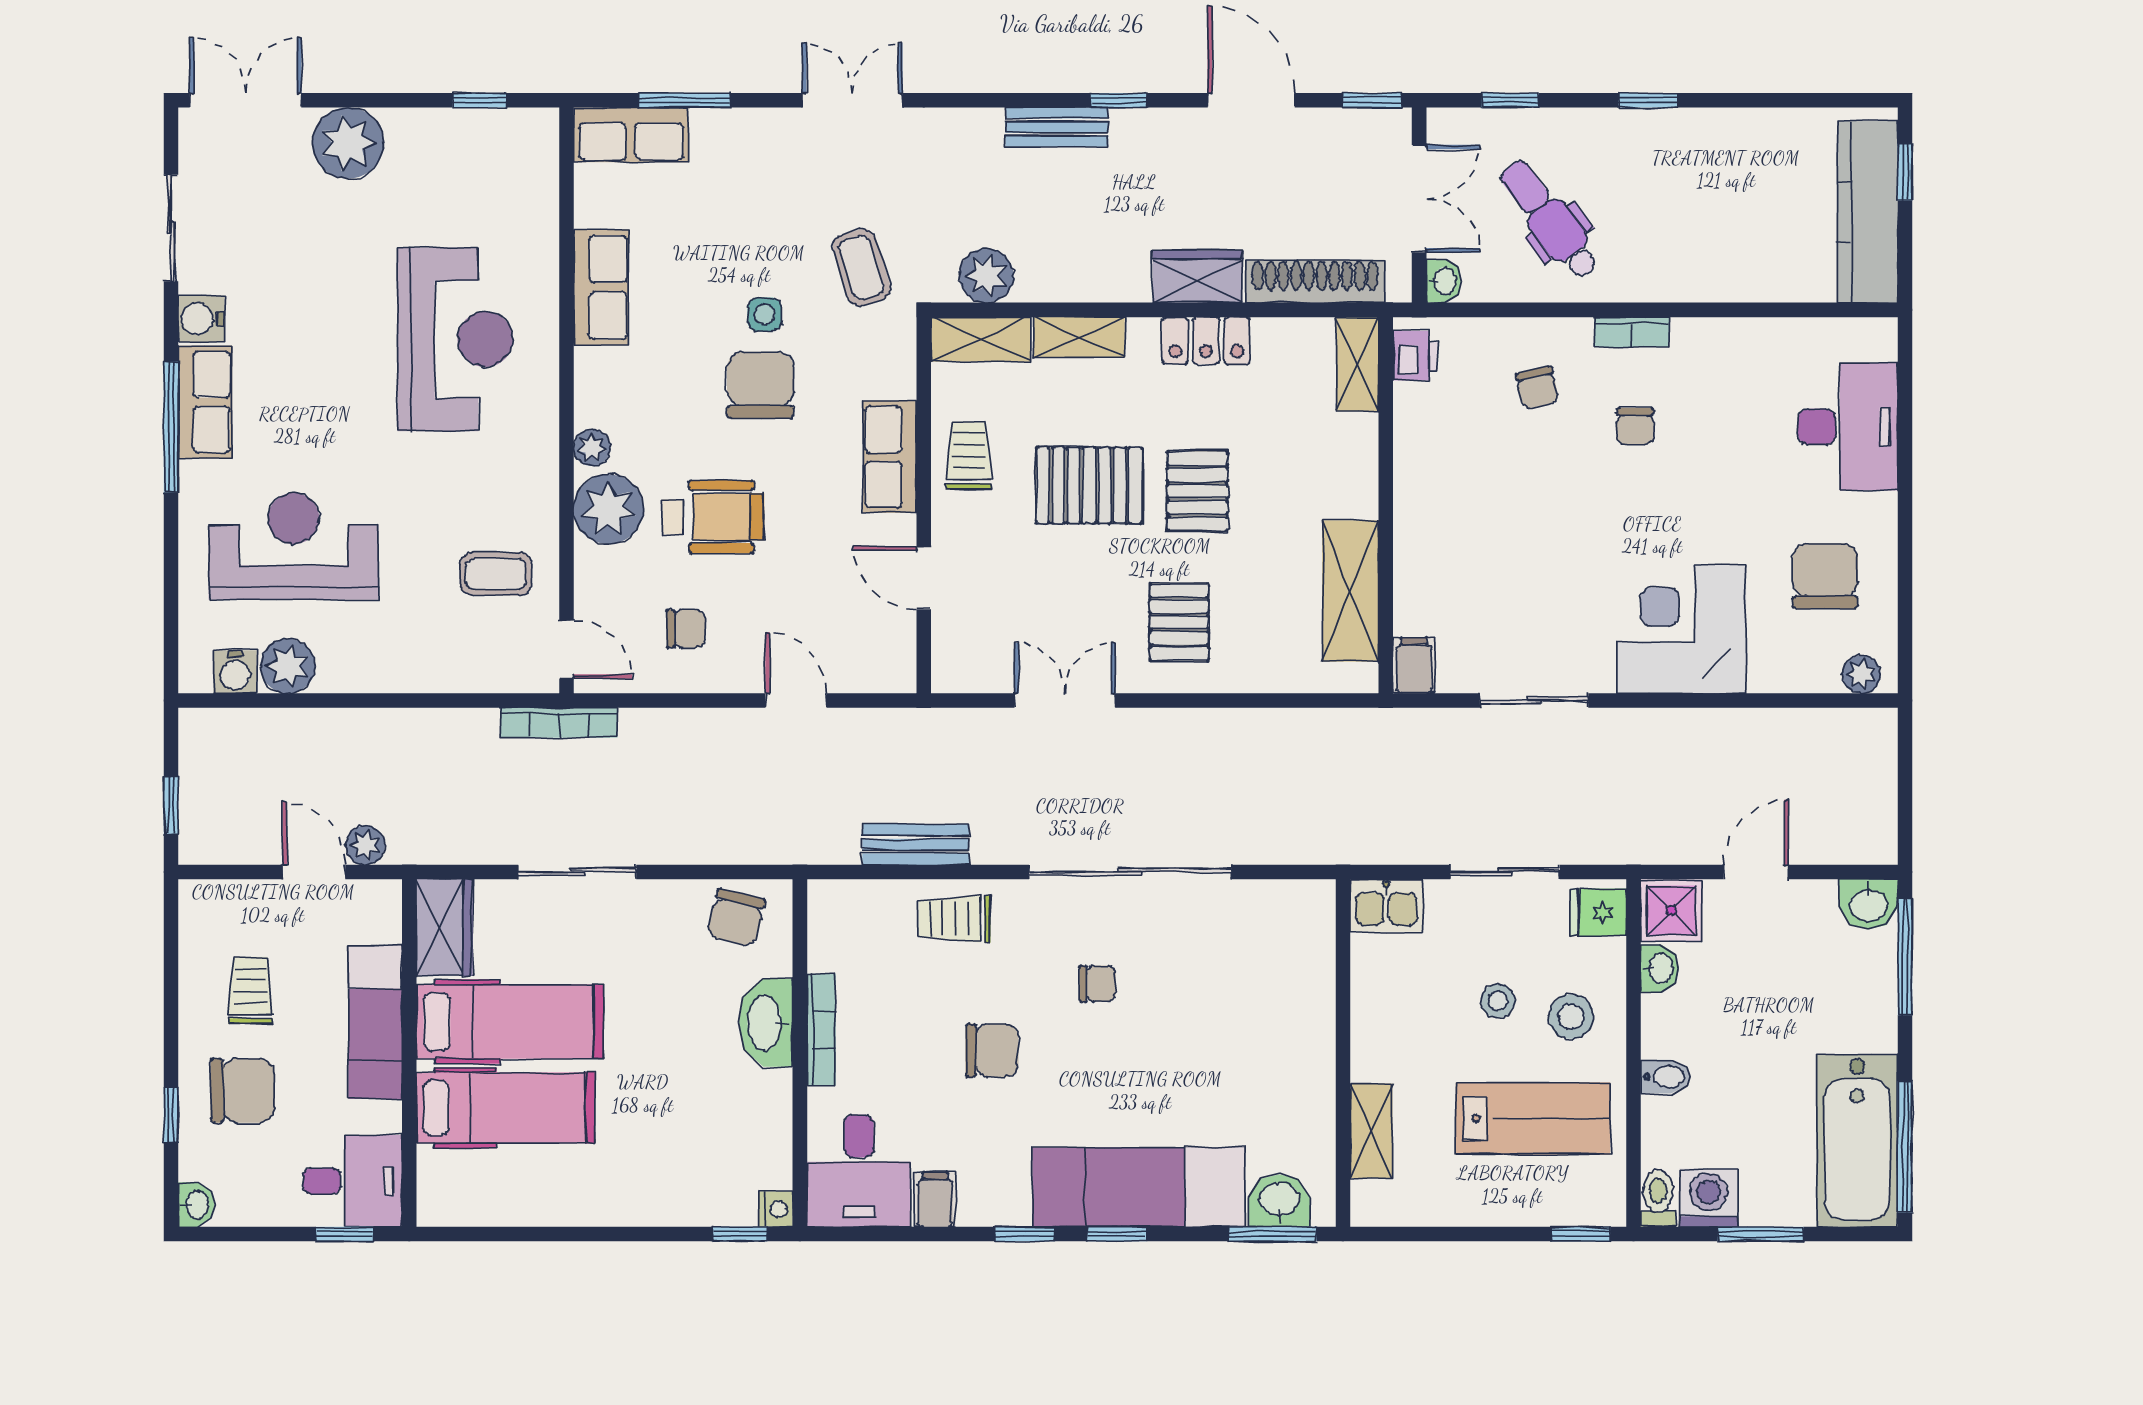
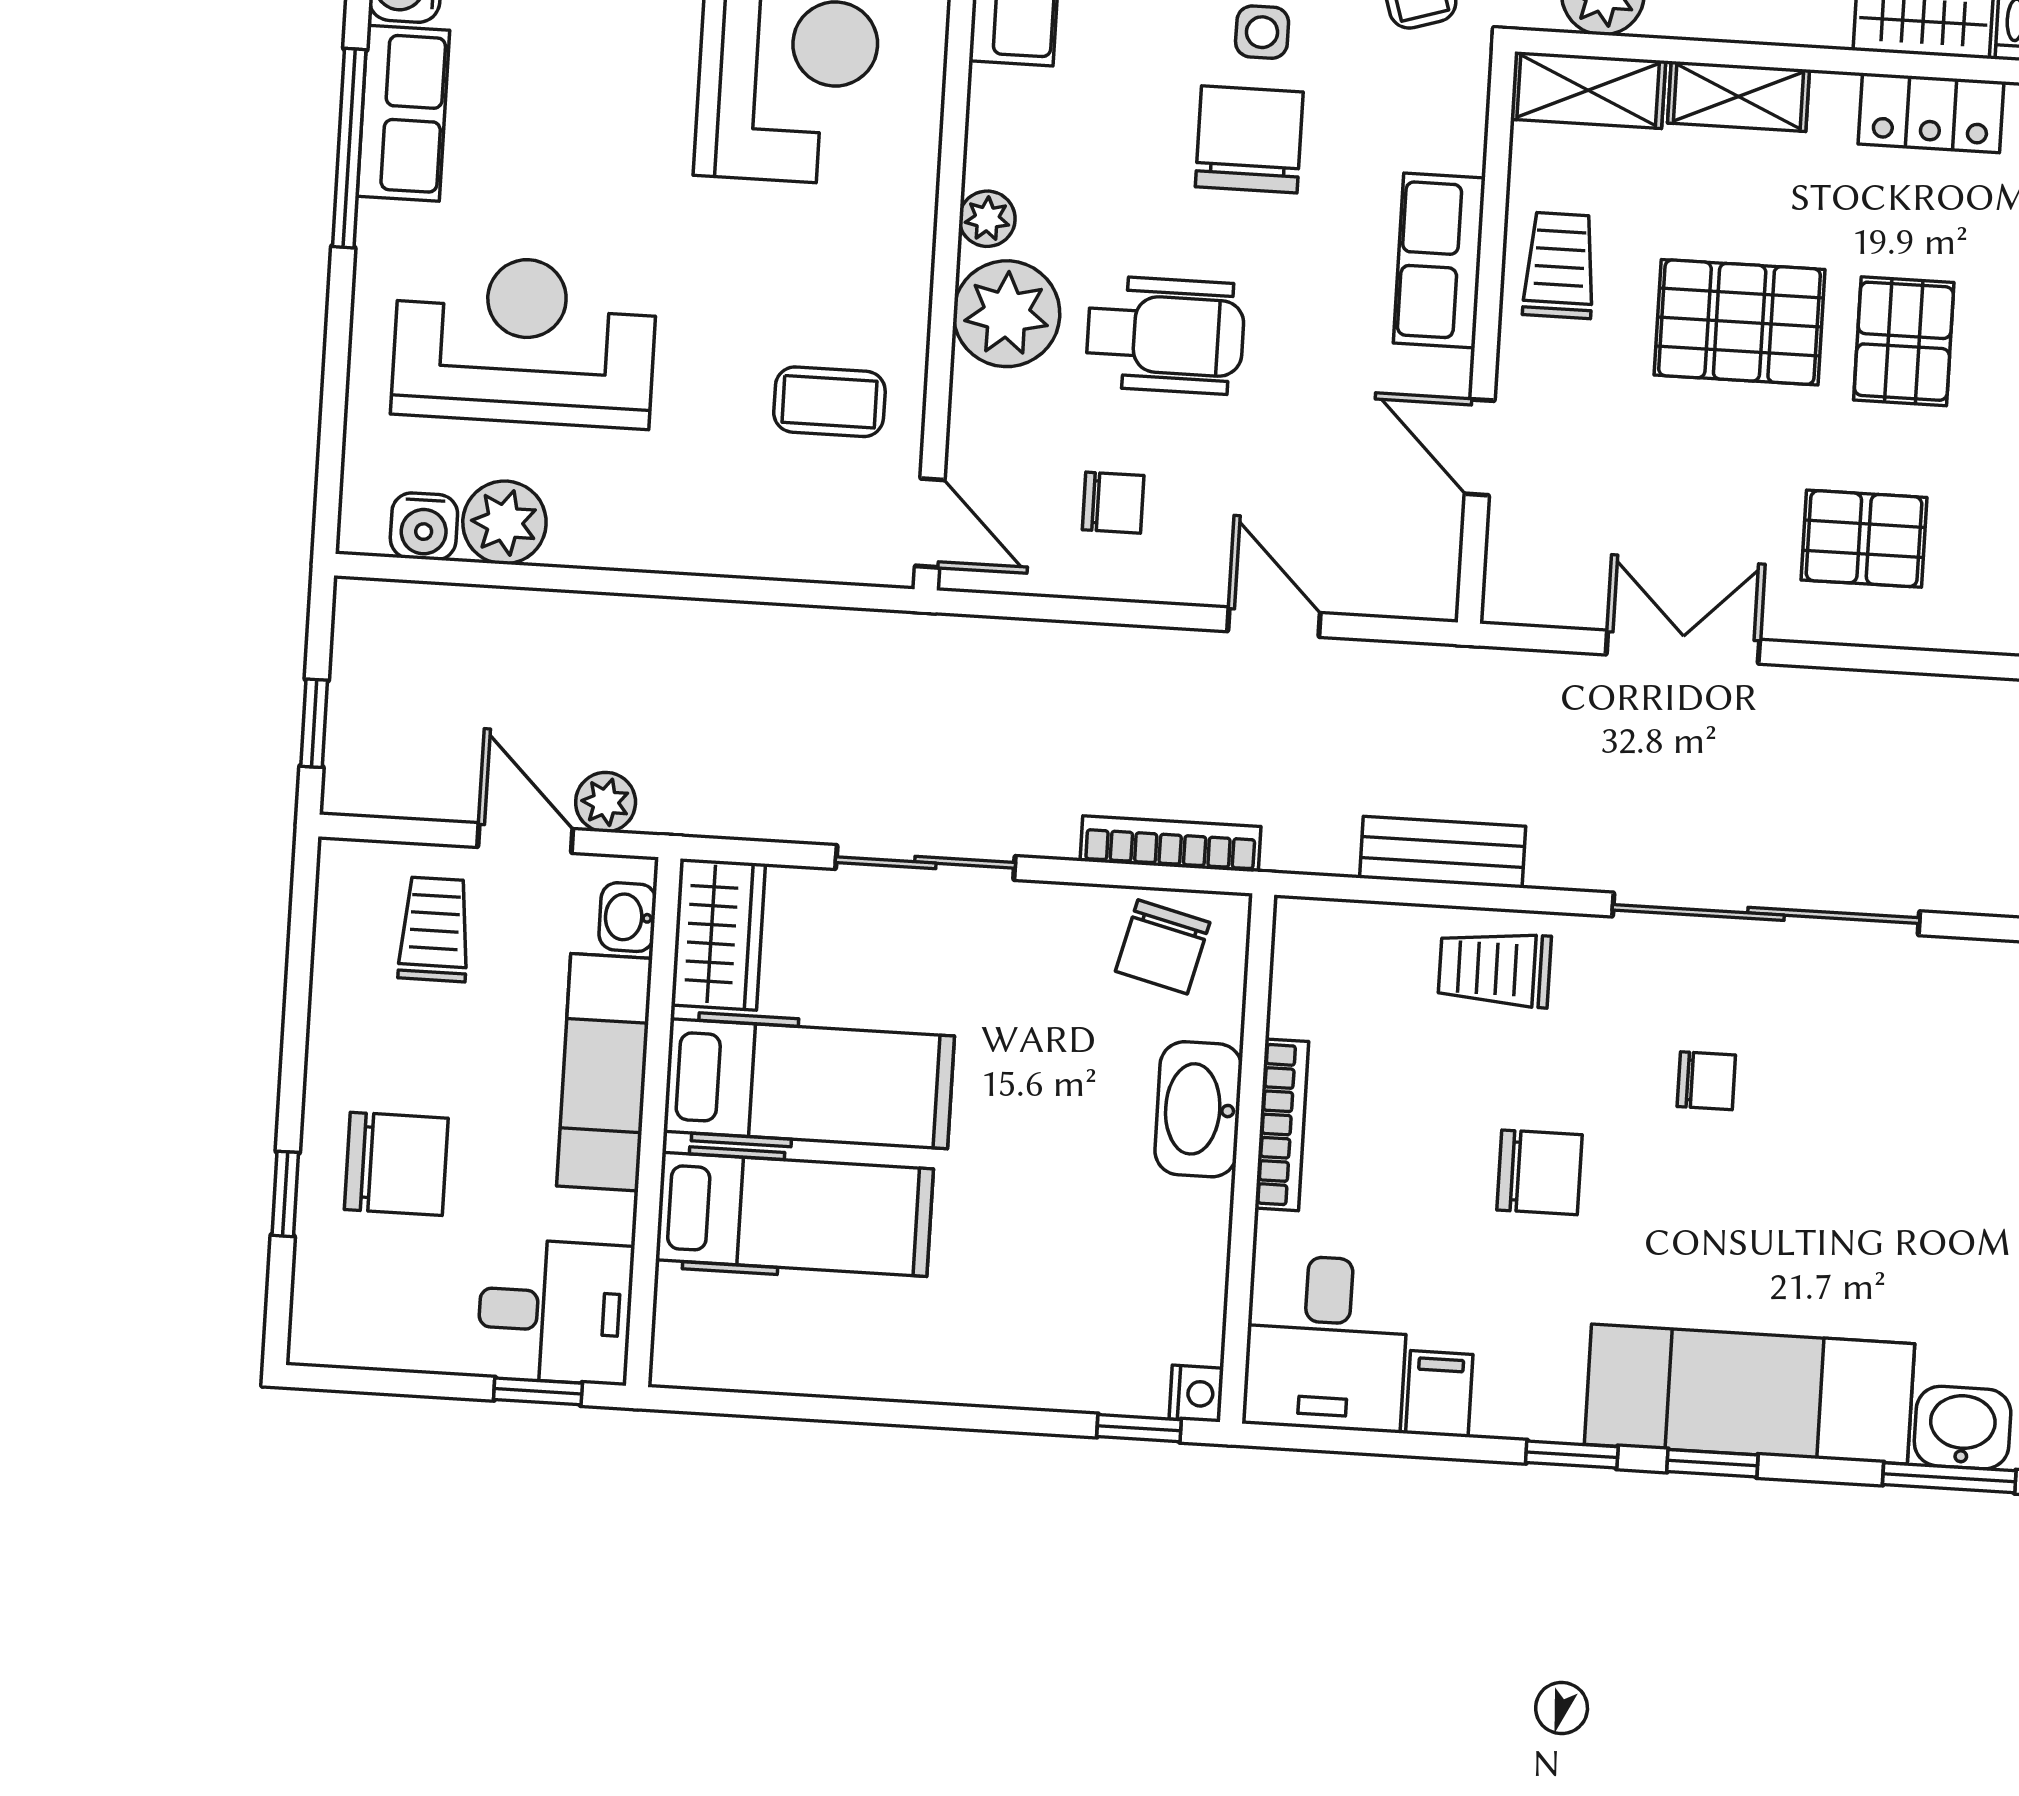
pallet: (1179, 622) -> (1864, 539), turned 90
bookcase: (559, 723) -> (1171, 844), moved, turned 180
trolley: (250, 990) -> (434, 929), moved
washbasin: (196, 1205) -> (627, 917), moved, turned 180

